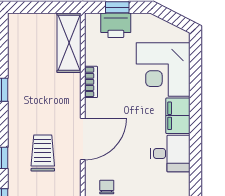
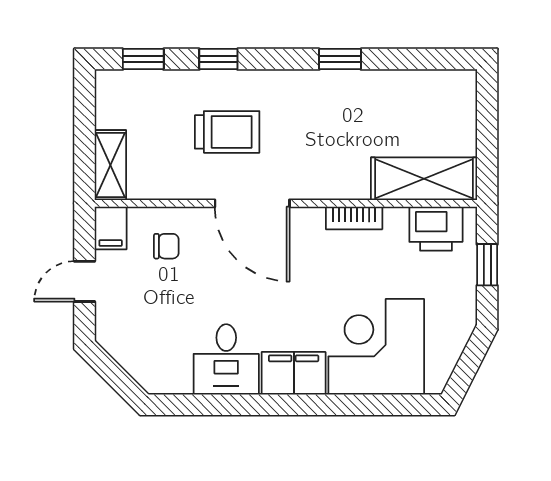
printer: (116, 25) -> (436, 229), moved, turned -90

